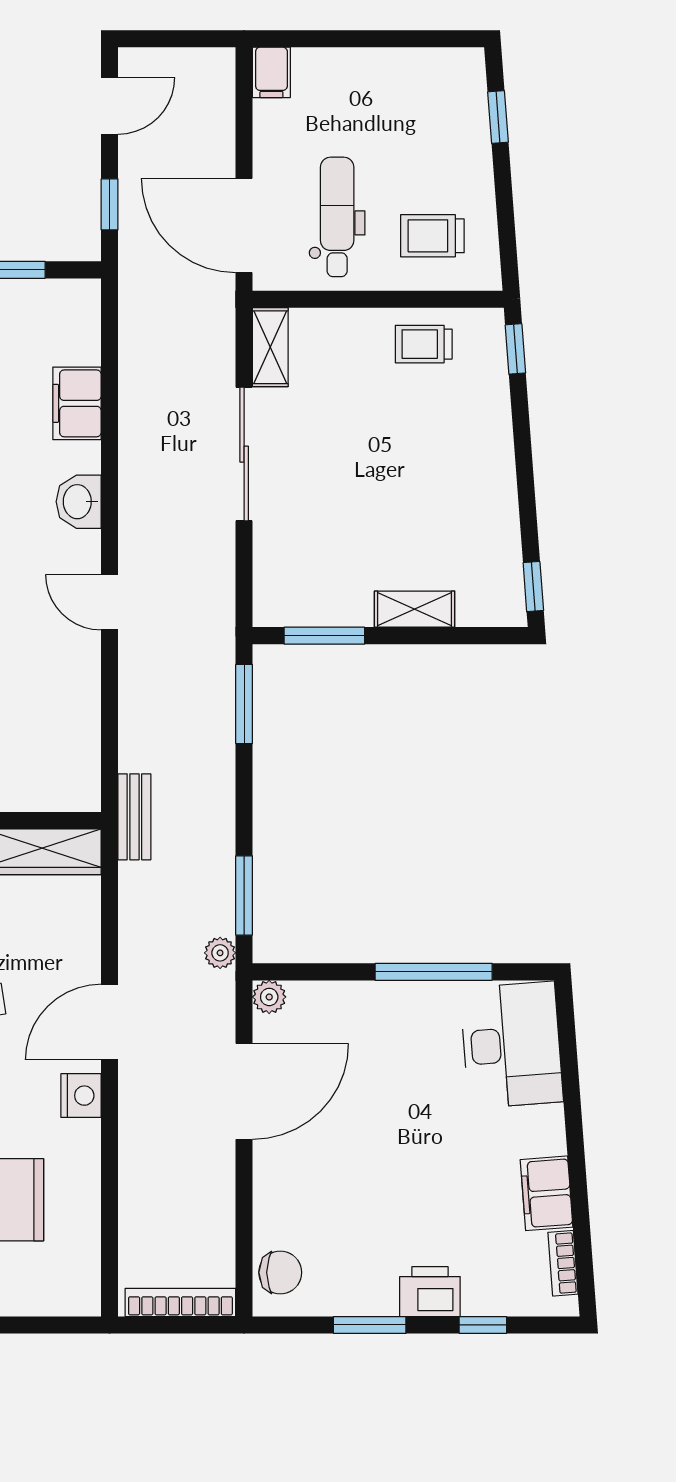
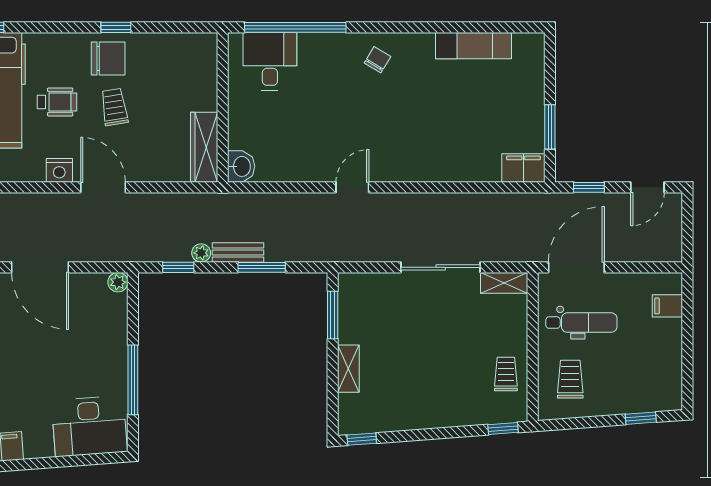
filing cabinet: (271, 72) -> (667, 306), moved
door: (110, 106) -> (647, 187), hinge flipped
filing cabinet: (77, 403) -> (523, 168), moved
washbasin: (79, 502) -> (241, 166), moved, turned 90
window: (244, 704) -> (262, 267), moved
bench: (134, 817) -> (238, 252), moved
window: (244, 895) -> (178, 267), width x0.67
plant: (220, 953) -> (201, 253), moved
door: (244, 1091) -> (40, 267), moved

